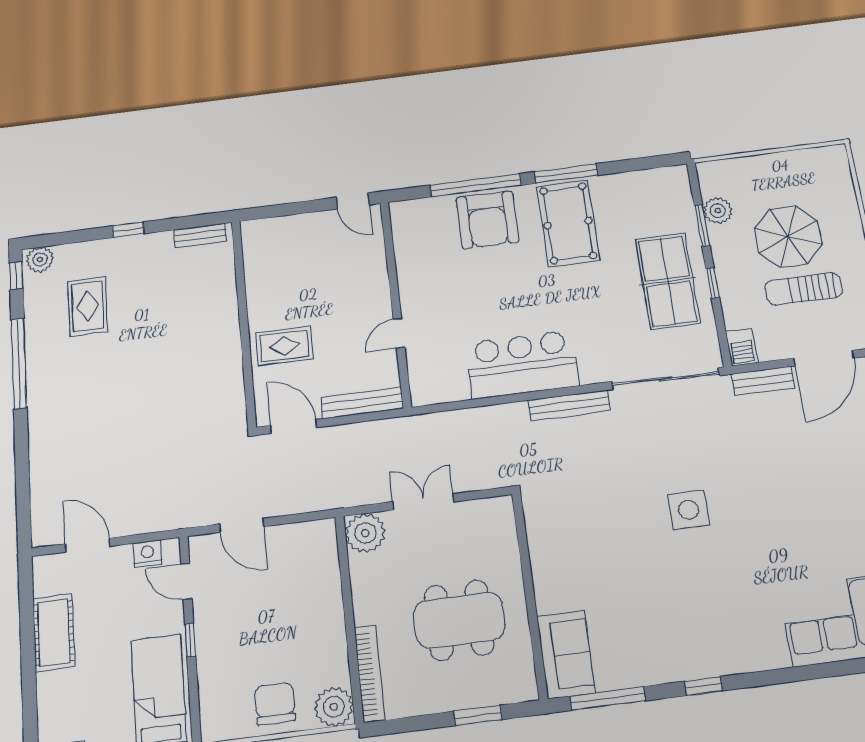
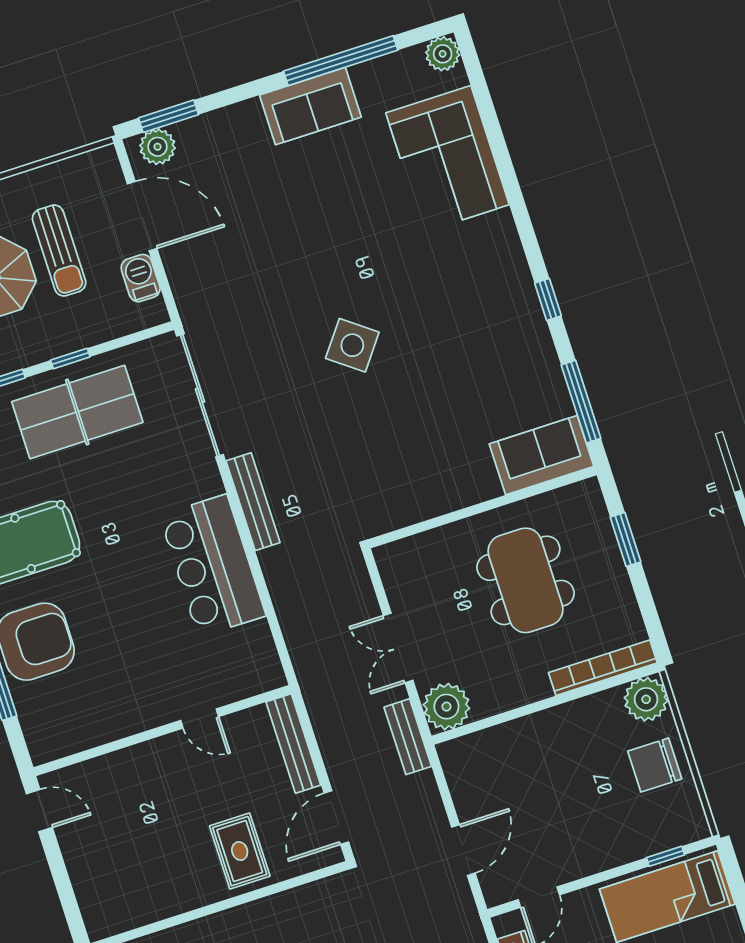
door: (353, 201) -> (39, 811), hinge flipped
barbecue: (742, 347) -> (141, 278), moved, turned -90
bench: (763, 381) -> (408, 737), moved
side table: (689, 510) -> (352, 345), turned 37
window: (190, 640) -> (666, 856), moved

